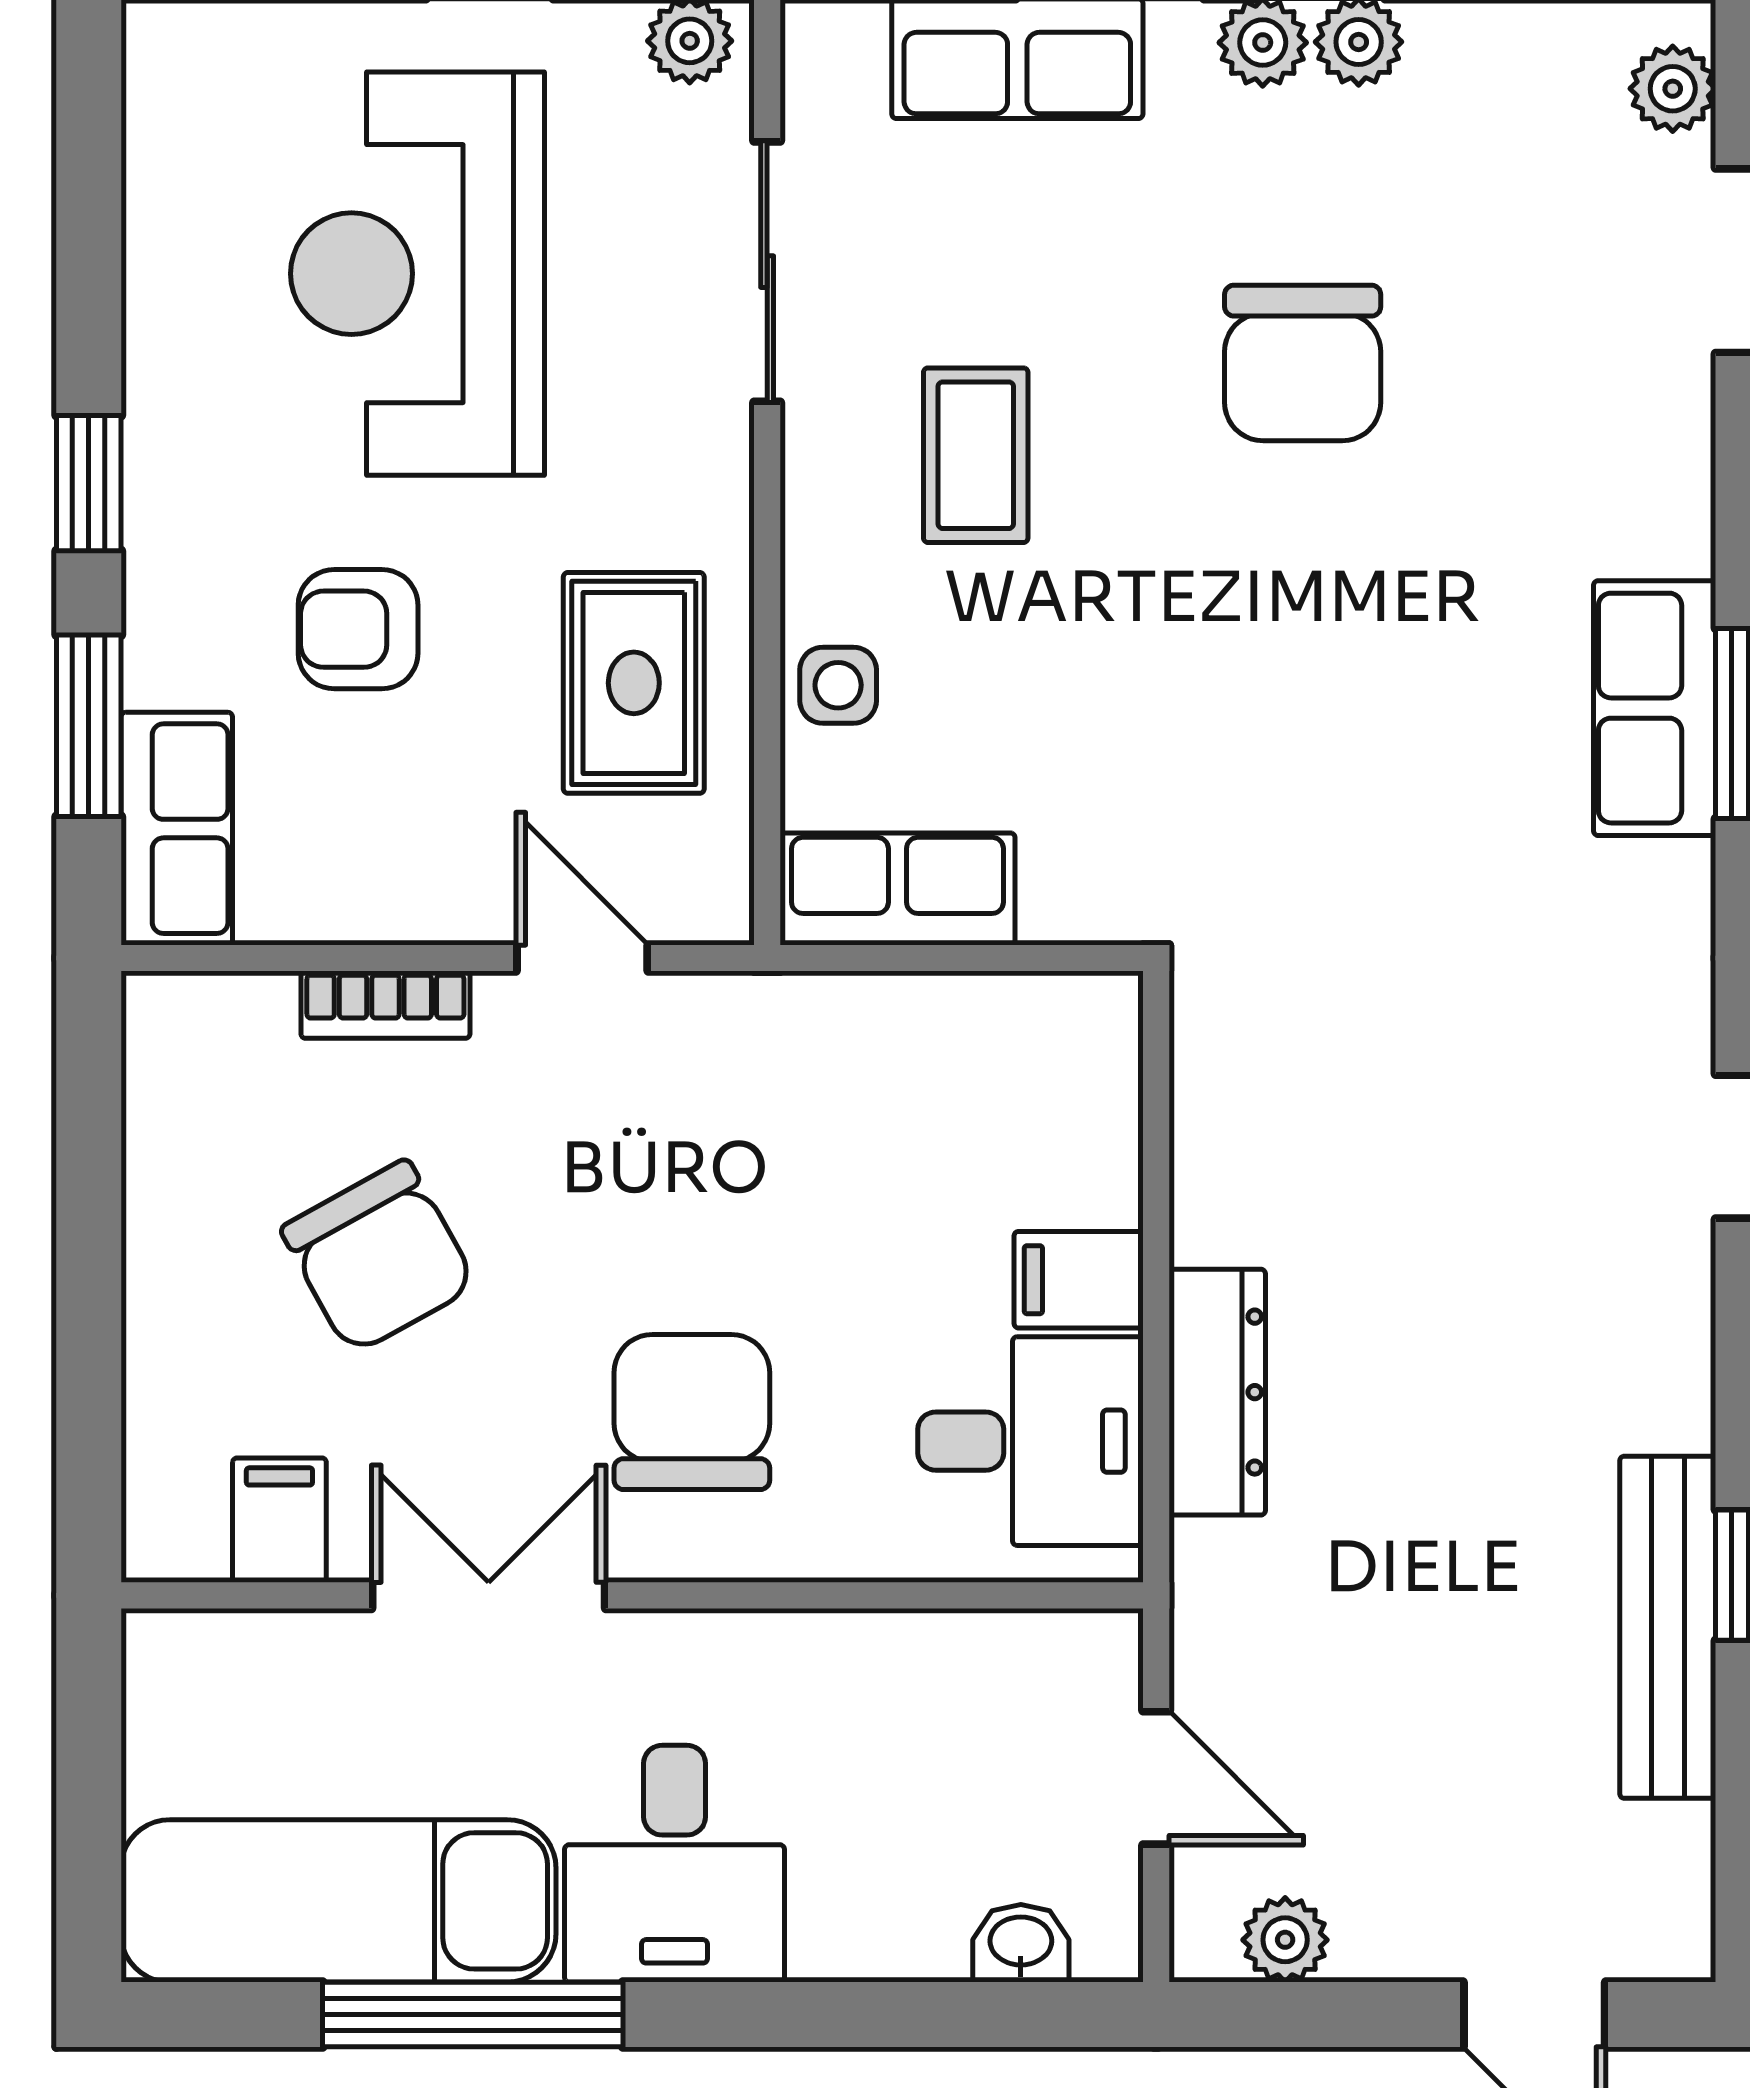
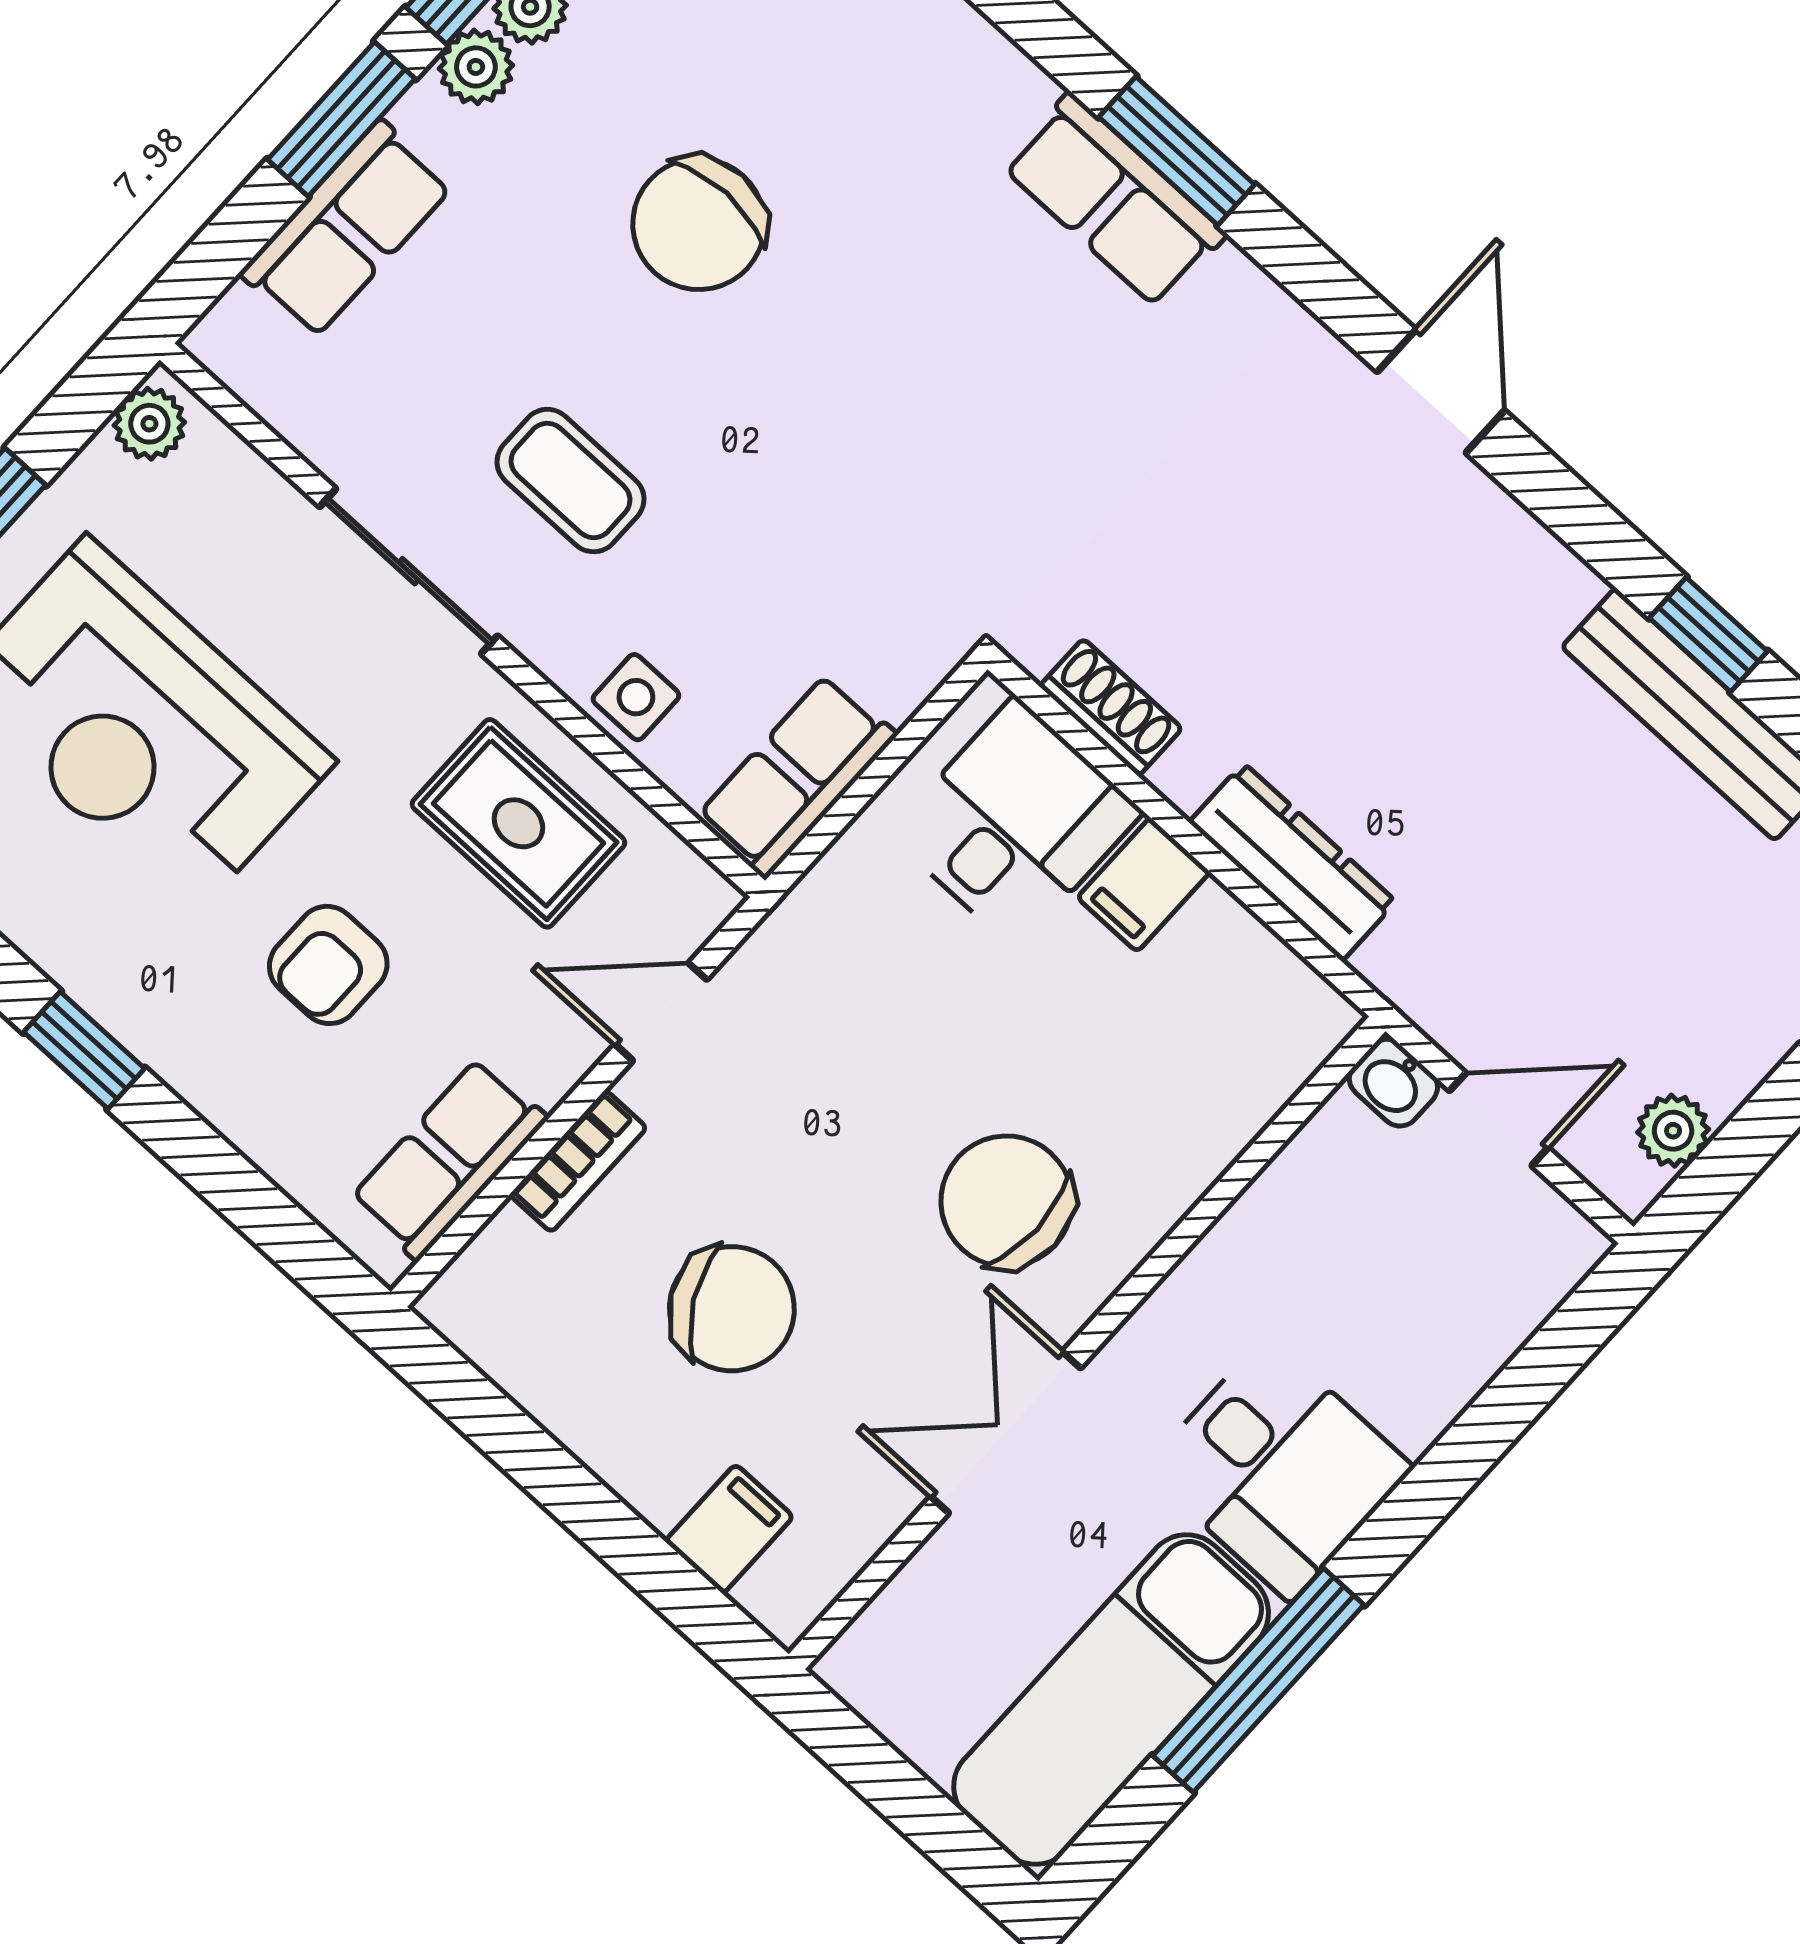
sliding door: (767, 272) -> (409, 571), moved
chair: (1303, 363) -> (699, 224), turned 90
window: (89, 726) -> (236, 1188), removed
row of seats: (177, 829) -> (449, 1159), moved, turned -90
shoe rack: (1208, 1110) -> (1111, 707), added
desk: (1031, 1441) -> (1016, 823), moved
filing cabinet: (279, 1520) -> (729, 1529), moved, turned 90
washbasin: (1021, 1943) -> (1393, 1083), moved, turned -90

